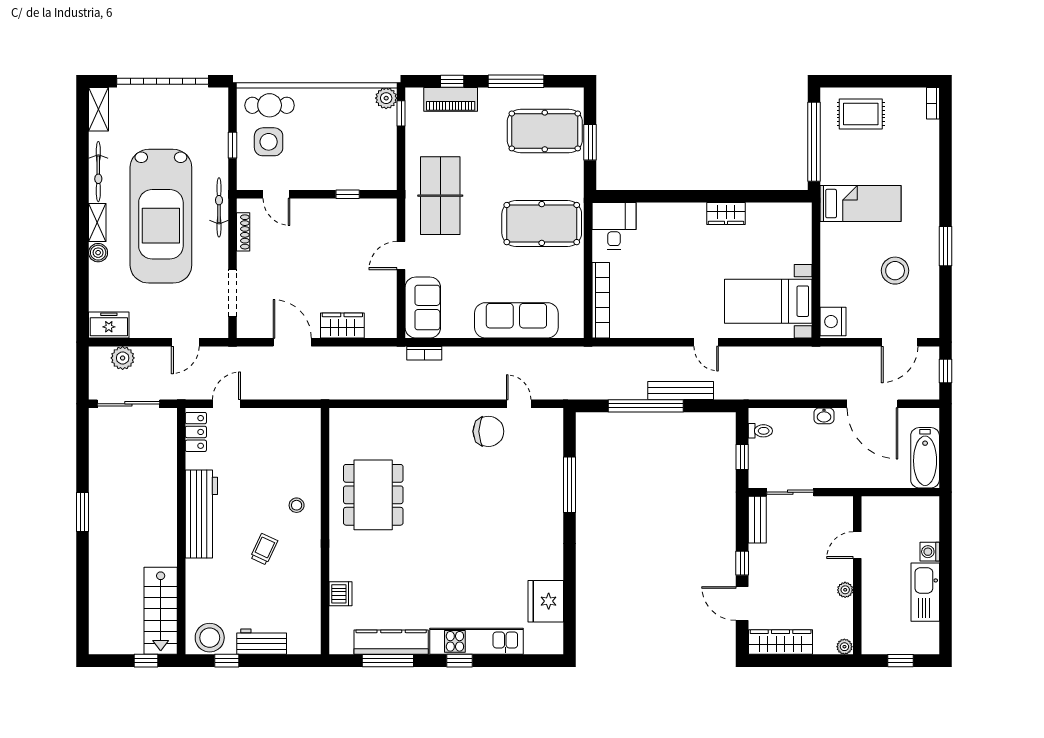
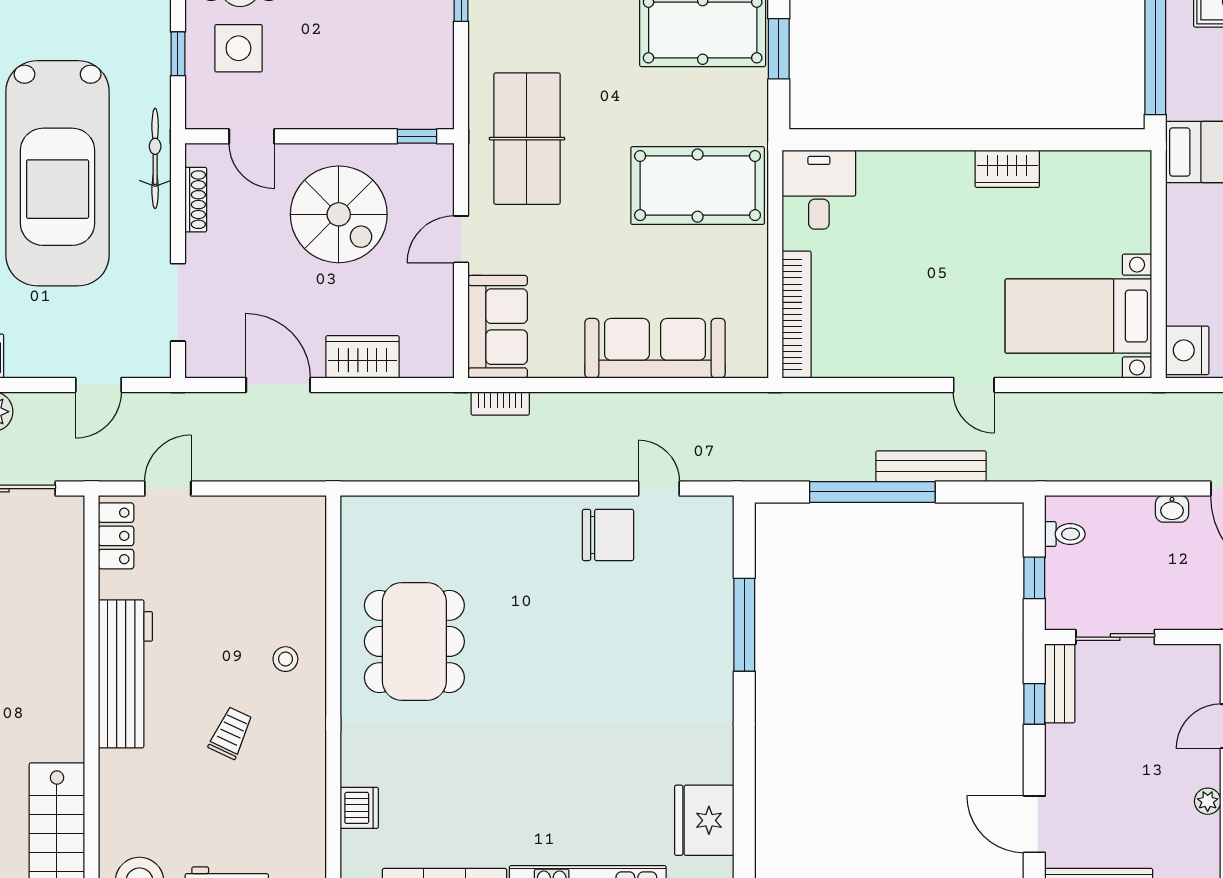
window: (348, 194) -> (417, 136), moved
spiral stairs: (328, 241) -> (339, 214), added
window: (742, 563) -> (1034, 704), moved

